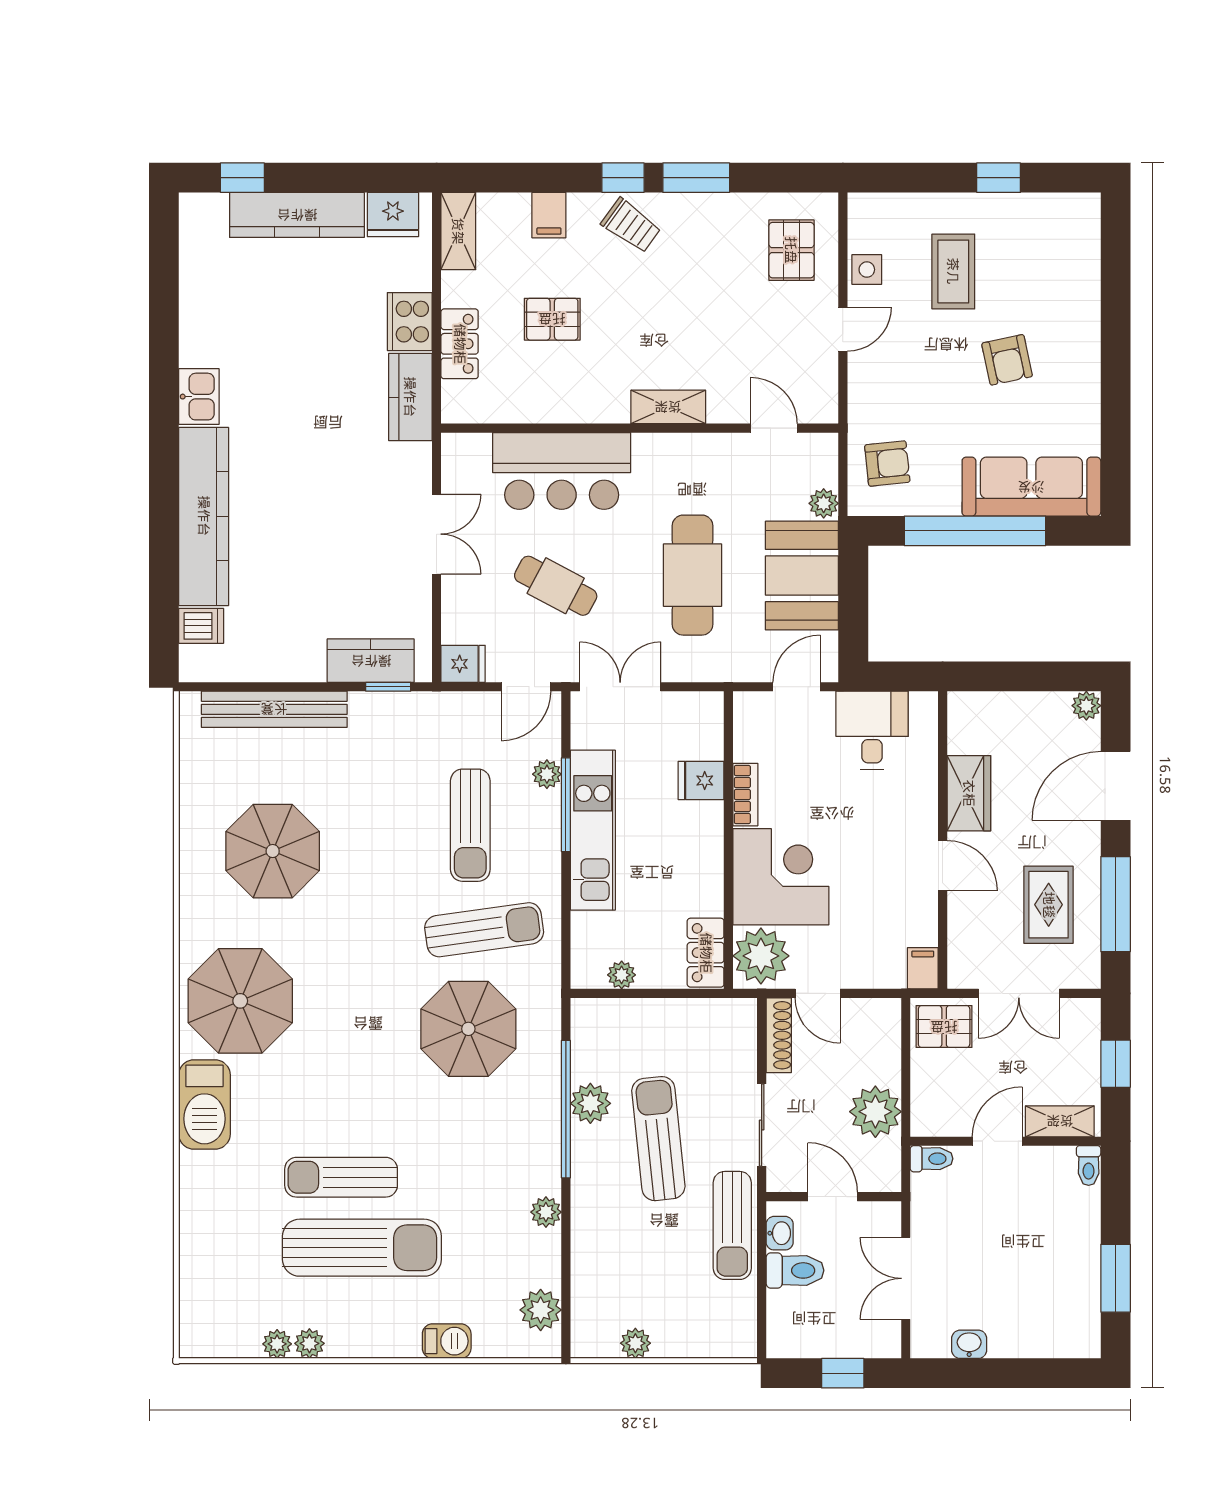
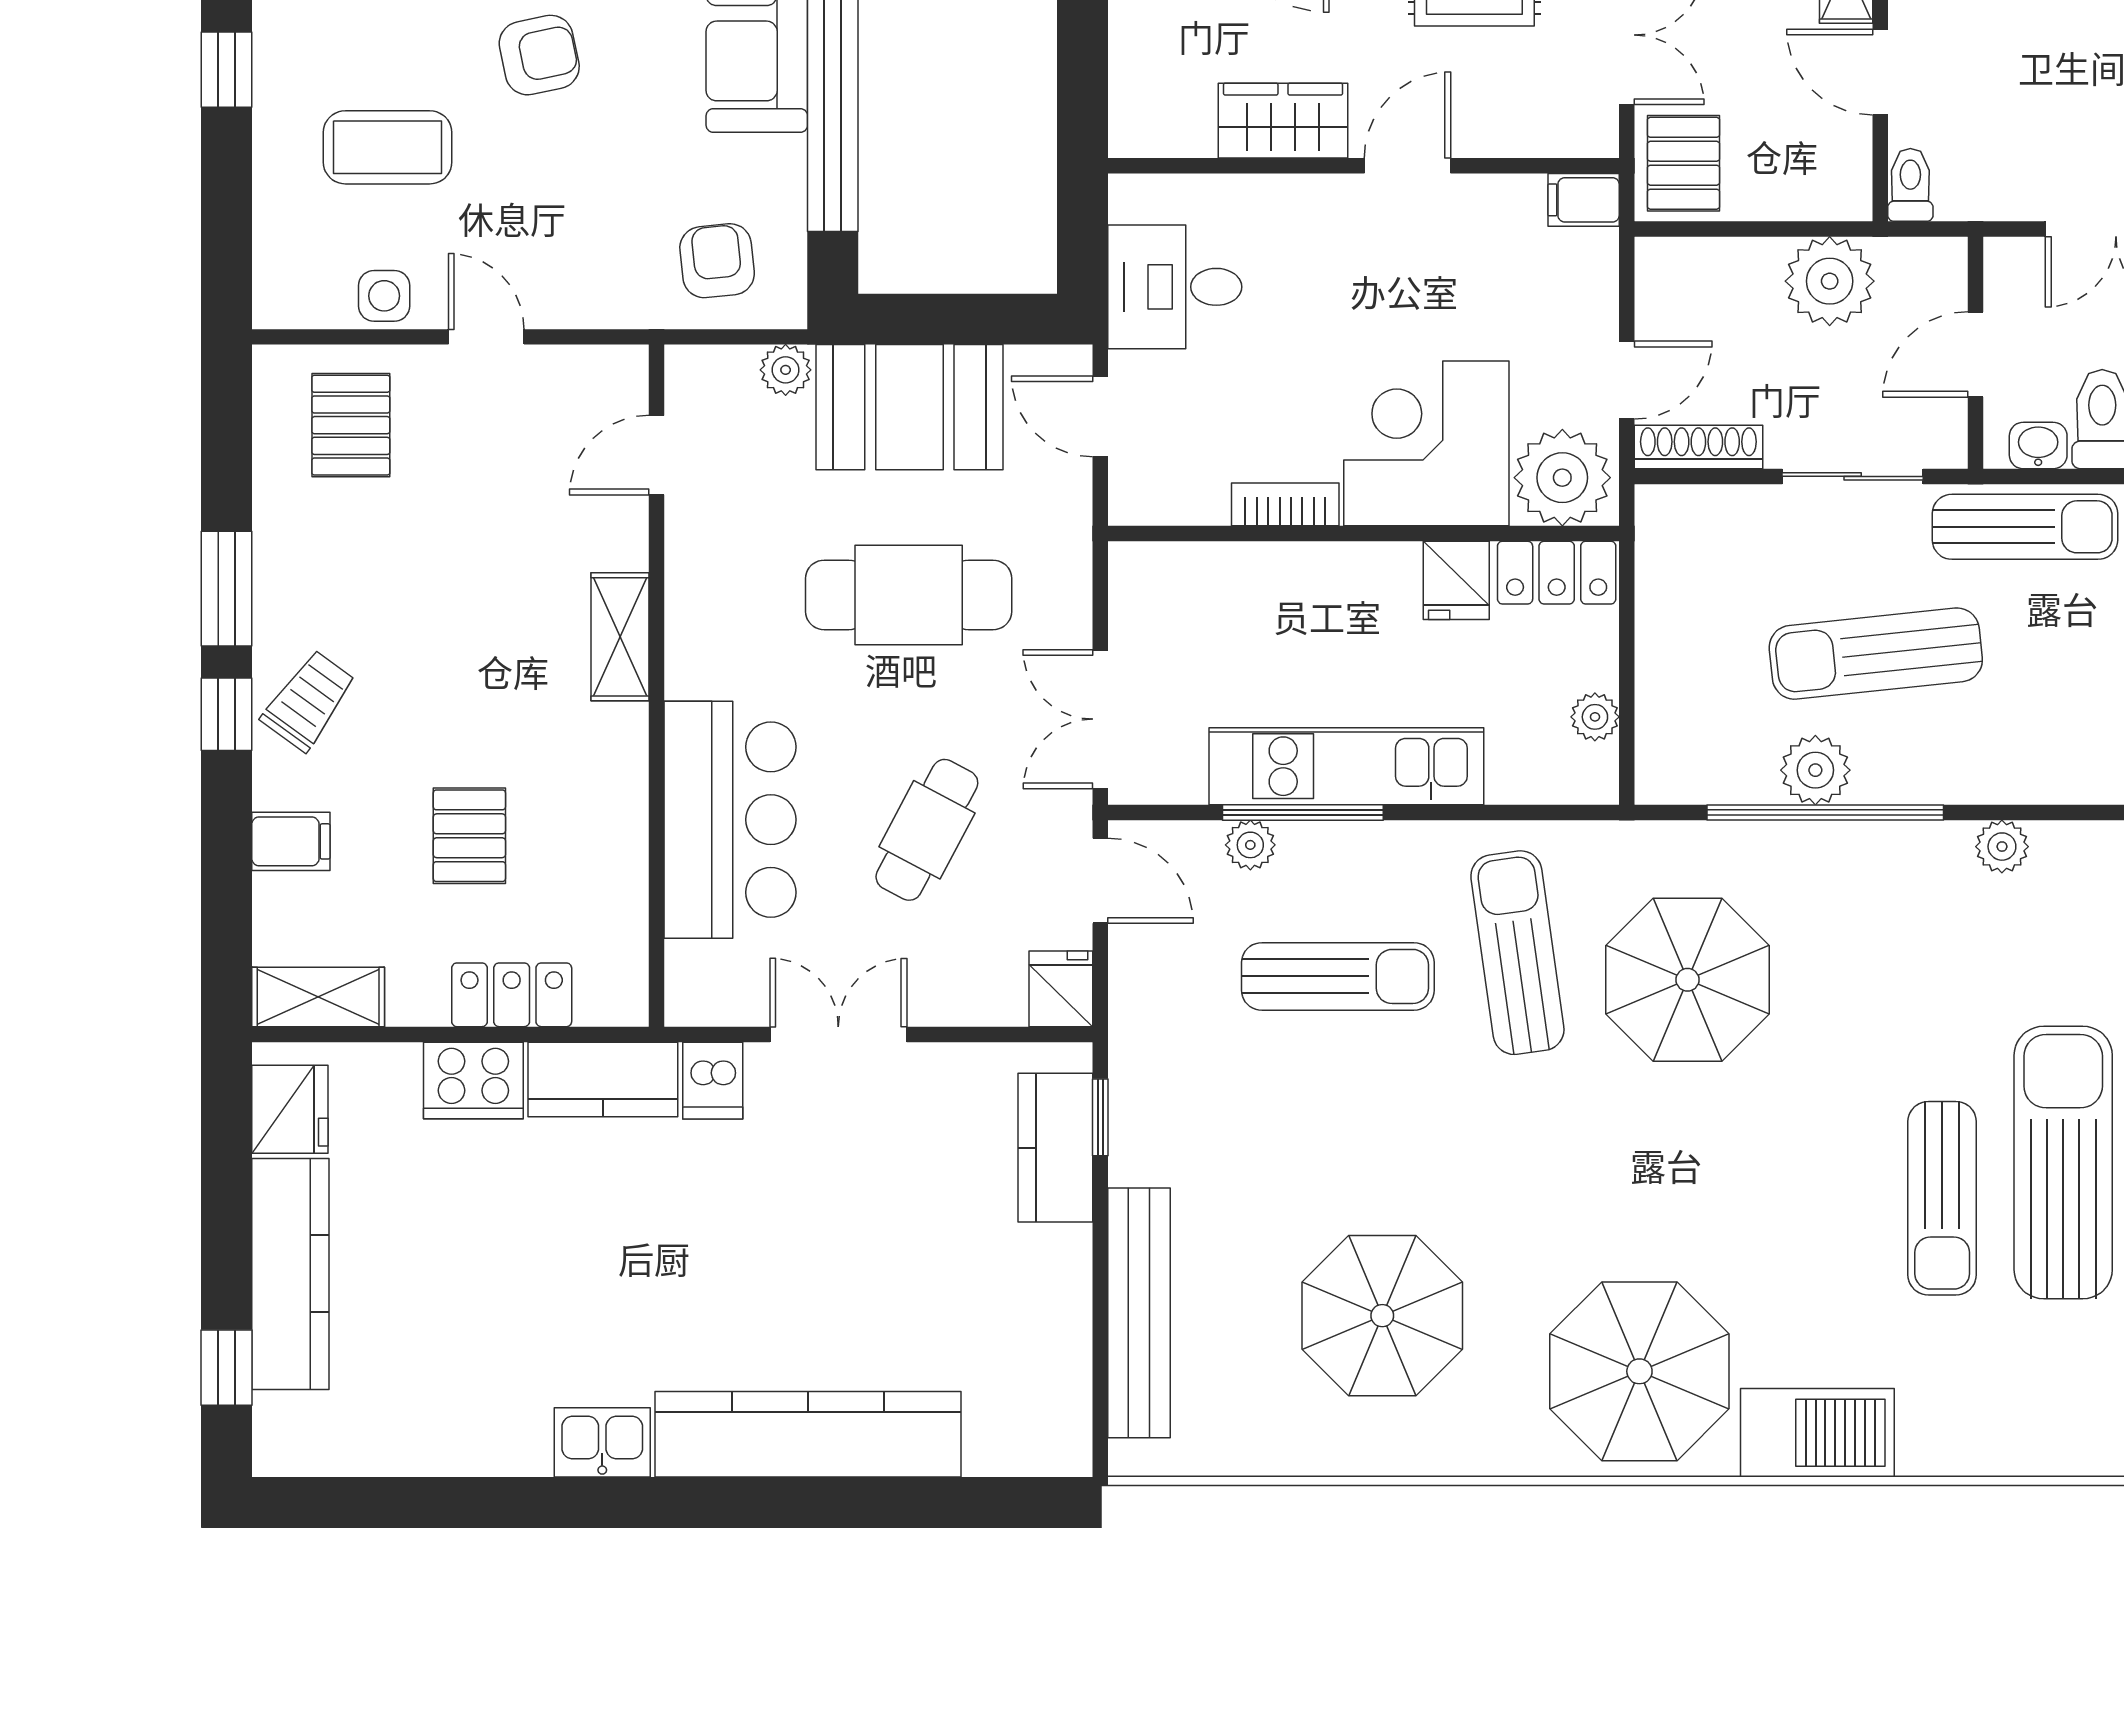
pallet: (791, 250) -> (351, 425), turned 90
dishwasher: (201, 626) -> (713, 1081), moved, turned 180
fridge: (701, 781) -> (1456, 580), moved

